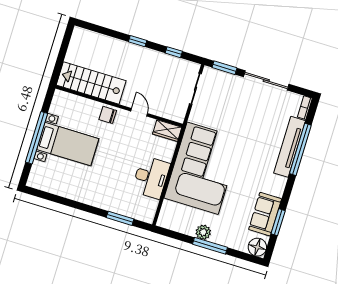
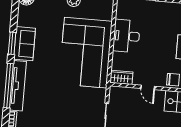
sofa: (265, 214) -> (25, 44), moved
window: (278, 222) -> (12, 43), moved

